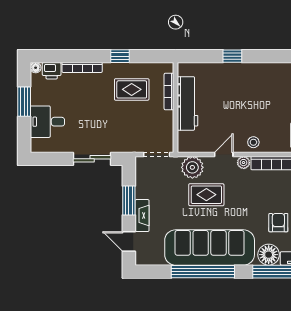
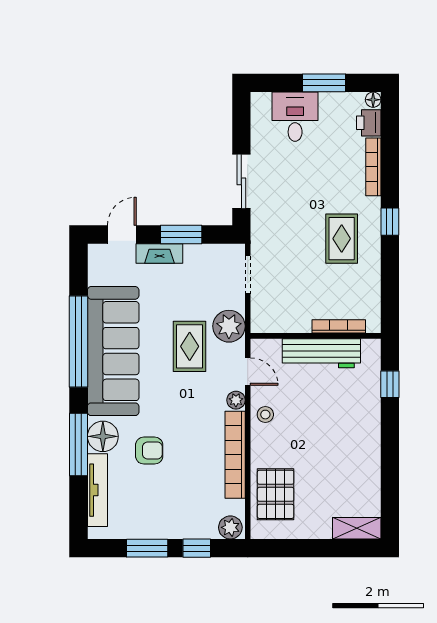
bookcase: (169, 91) -> (339, 326), moved
workbench: (188, 103) -> (321, 353), moved
wall: (176, 107) -> (316, 336), moved

